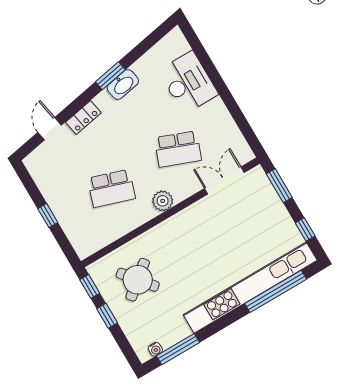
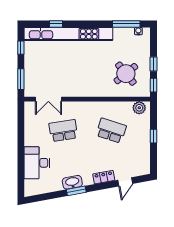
school desk: (178, 149) -> (63, 131), turned -30
plant: (163, 201) -> (139, 108), moved
window: (276, 291) -> (56, 24), width x0.32

